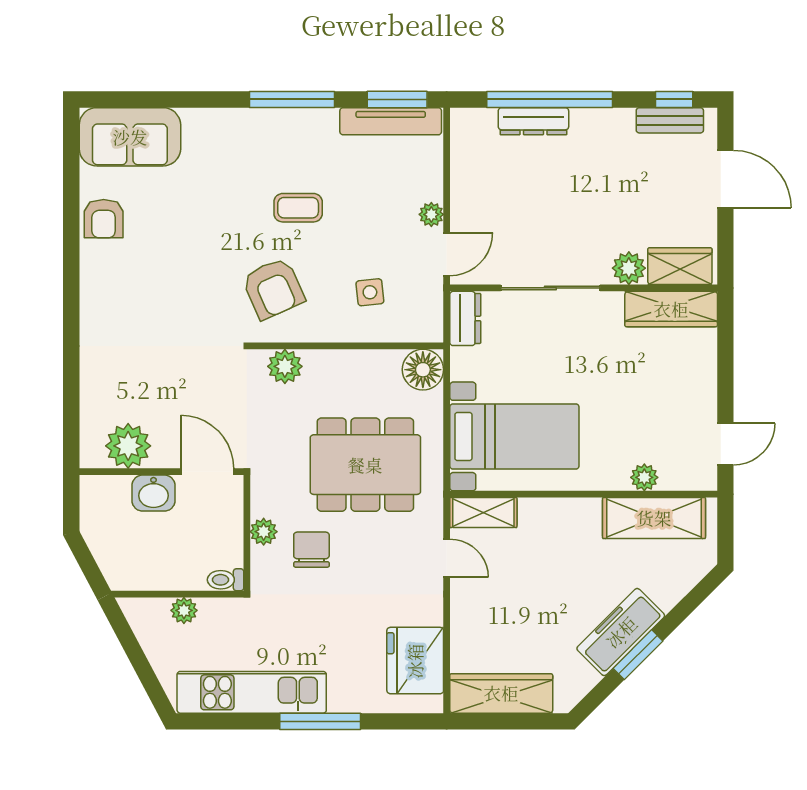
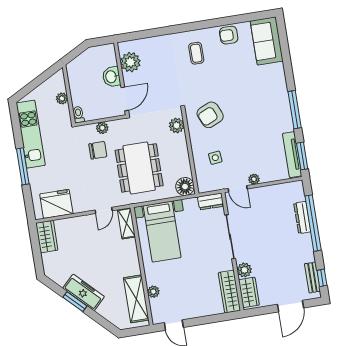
coffee table: (298, 208) -> (196, 53), moved
wardrobe: (501, 693) -> (47, 237), width x0.67

